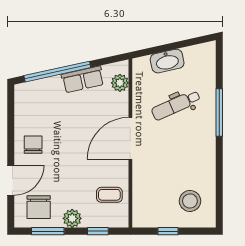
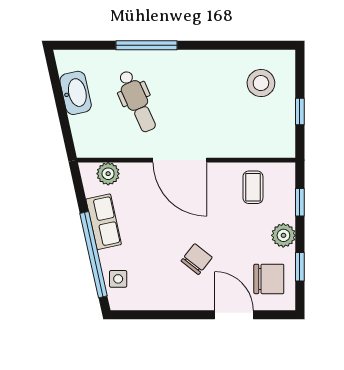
washbasin: (167, 61) -> (76, 93), moved
side table: (39, 91) -> (118, 279), added
chair: (33, 145) -> (197, 259), moved, turned 128
window: (48, 231) -> (300, 267), width x0.67

